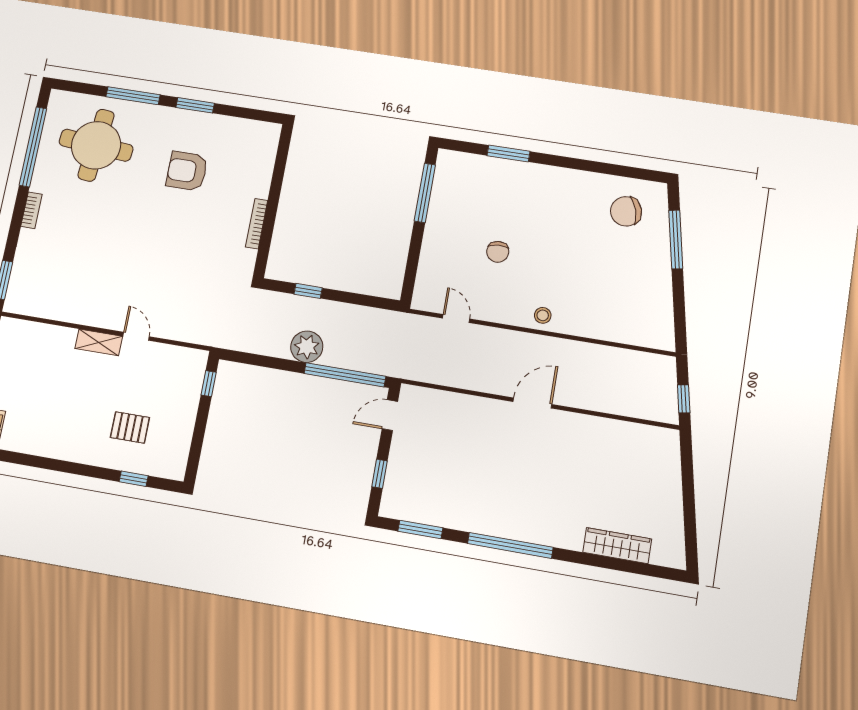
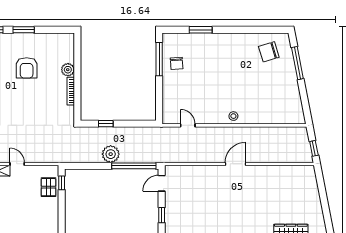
armchair: (187, 171) -> (27, 68), turned -90
plant: (259, 186) -> (68, 70), added
chair: (498, 252) -> (177, 63), moved
pallet: (130, 427) -> (48, 187), moved, turned 90

